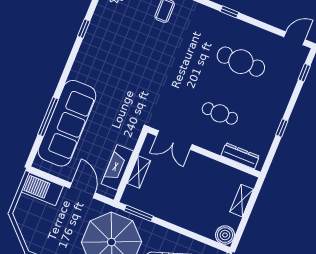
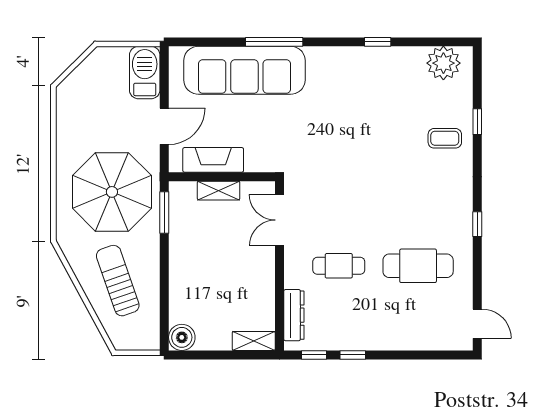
cafe table: (241, 62) -> (418, 266), turned 90
window: (304, 73) -> (314, 355), moved
cafe table: (220, 113) -> (339, 266), turned 90
window: (48, 117) -> (274, 42), moved
shelving: (242, 201) -> (254, 341), moved

